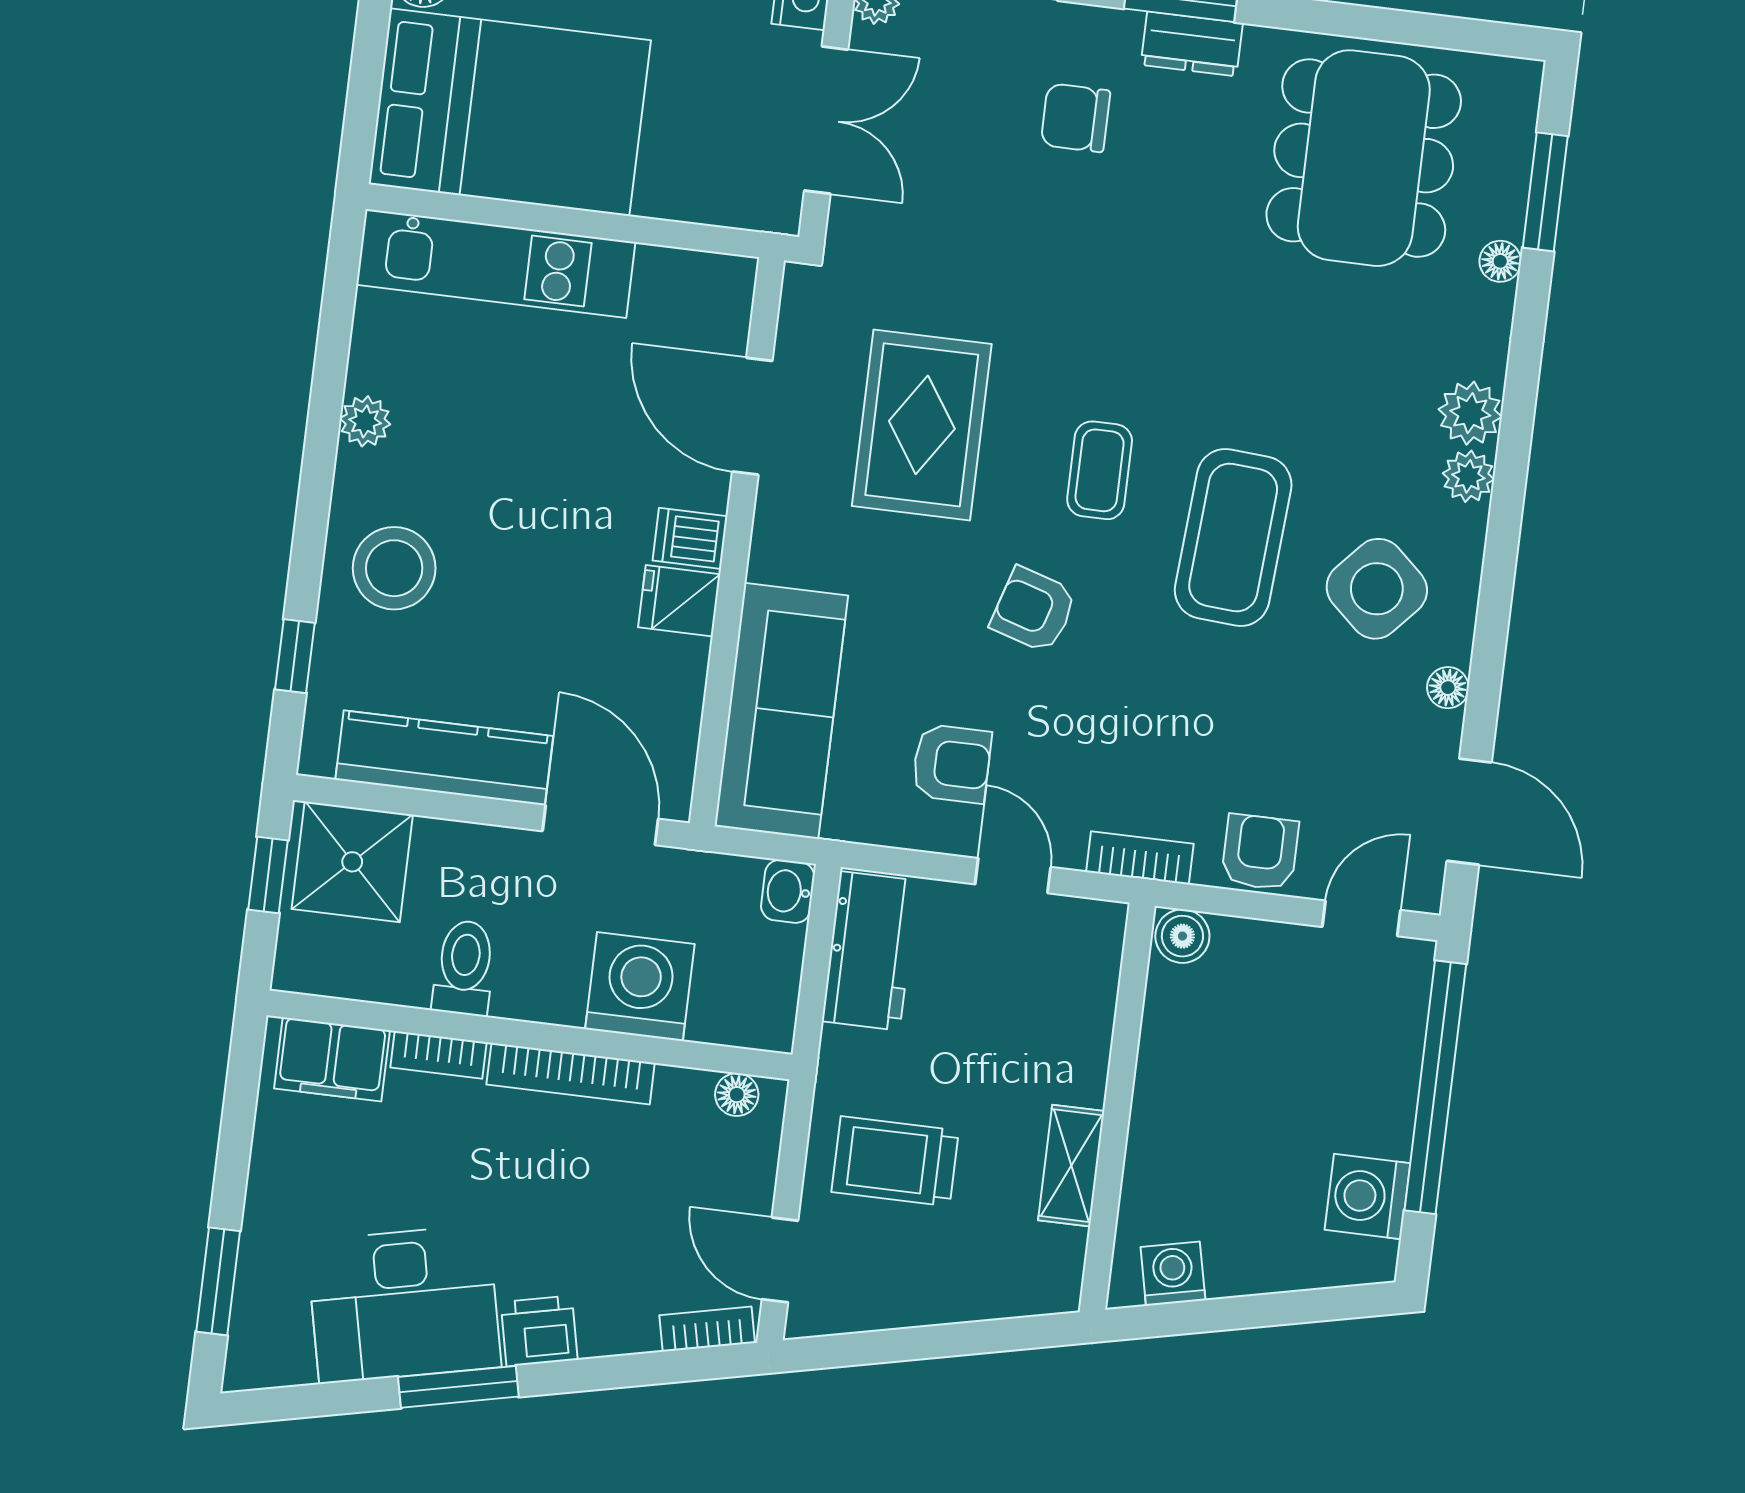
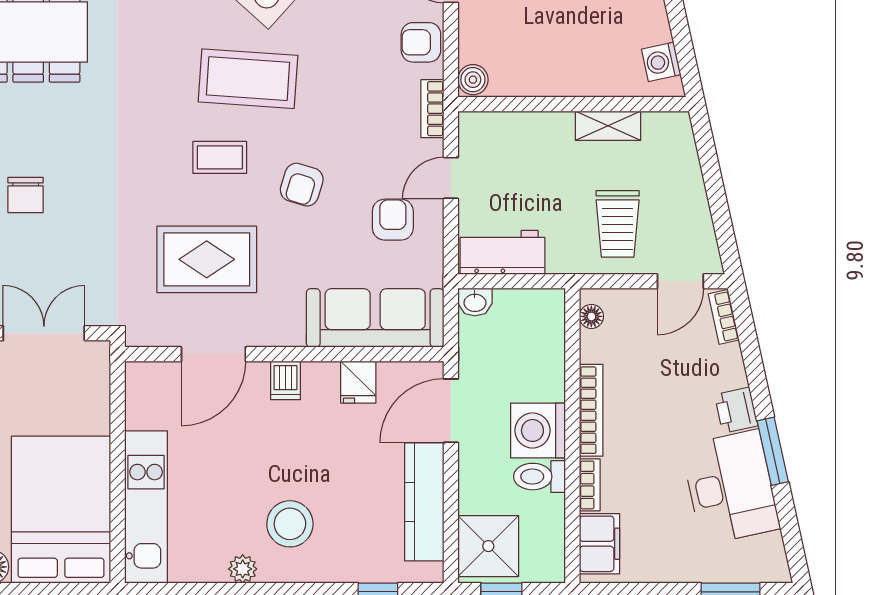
stool: (394, 568) -> (290, 524), moved
fridge: (679, 601) -> (358, 382), moved
washing machine: (640, 987) -> (538, 430), moved

